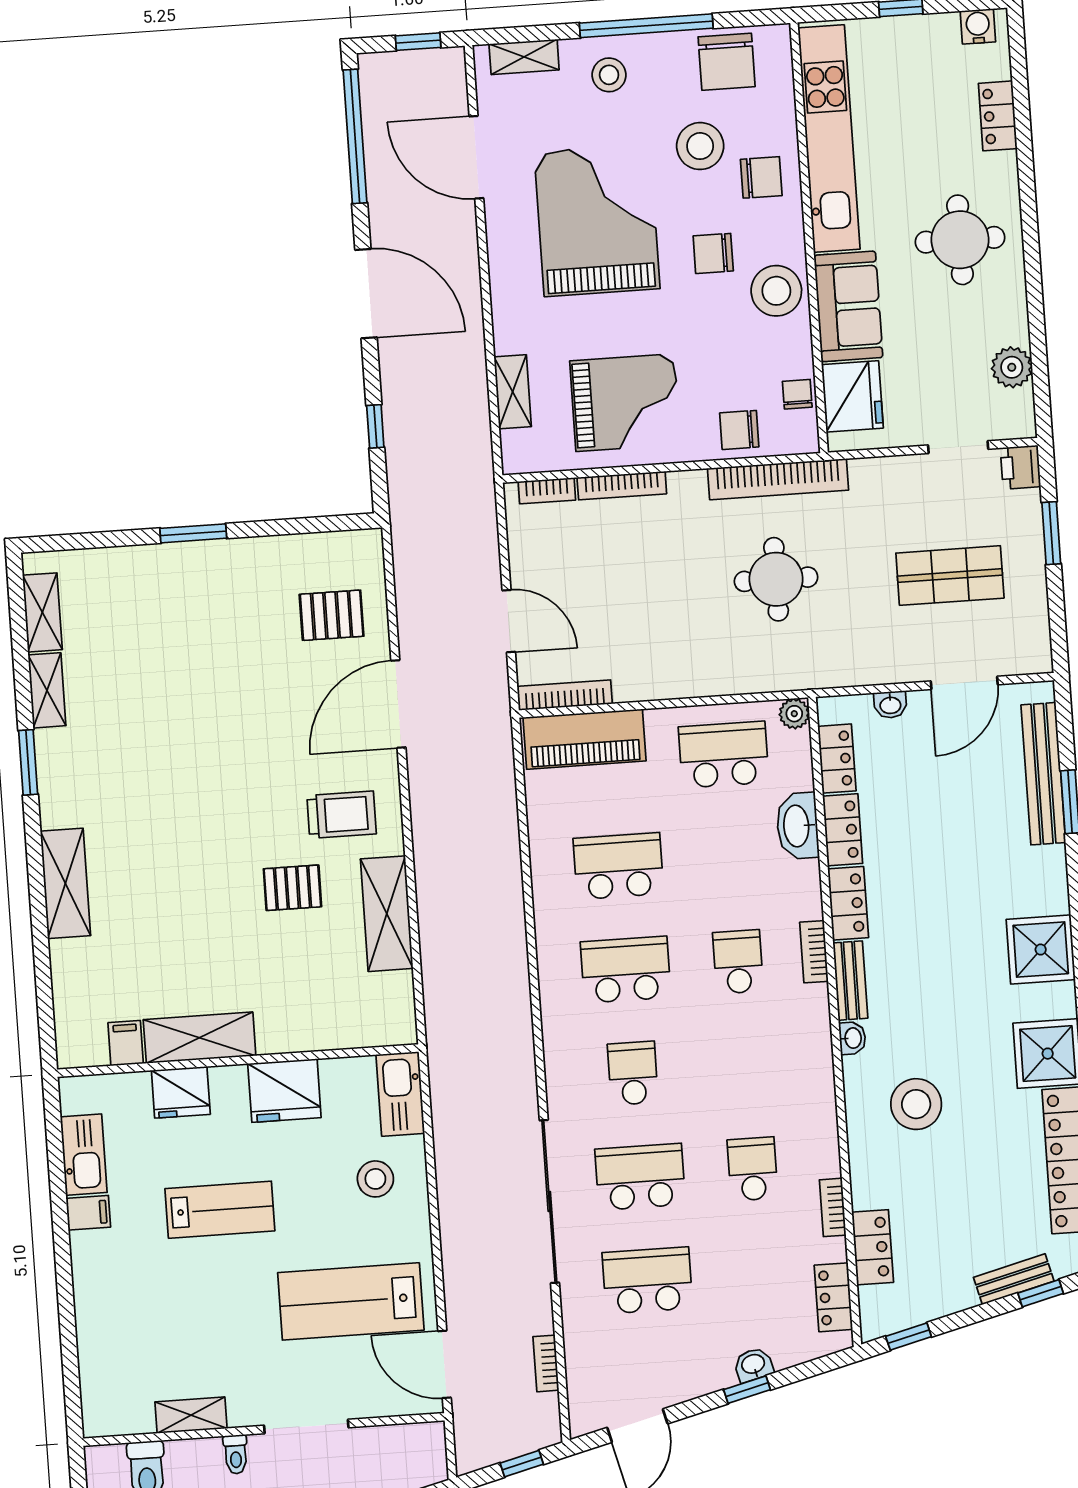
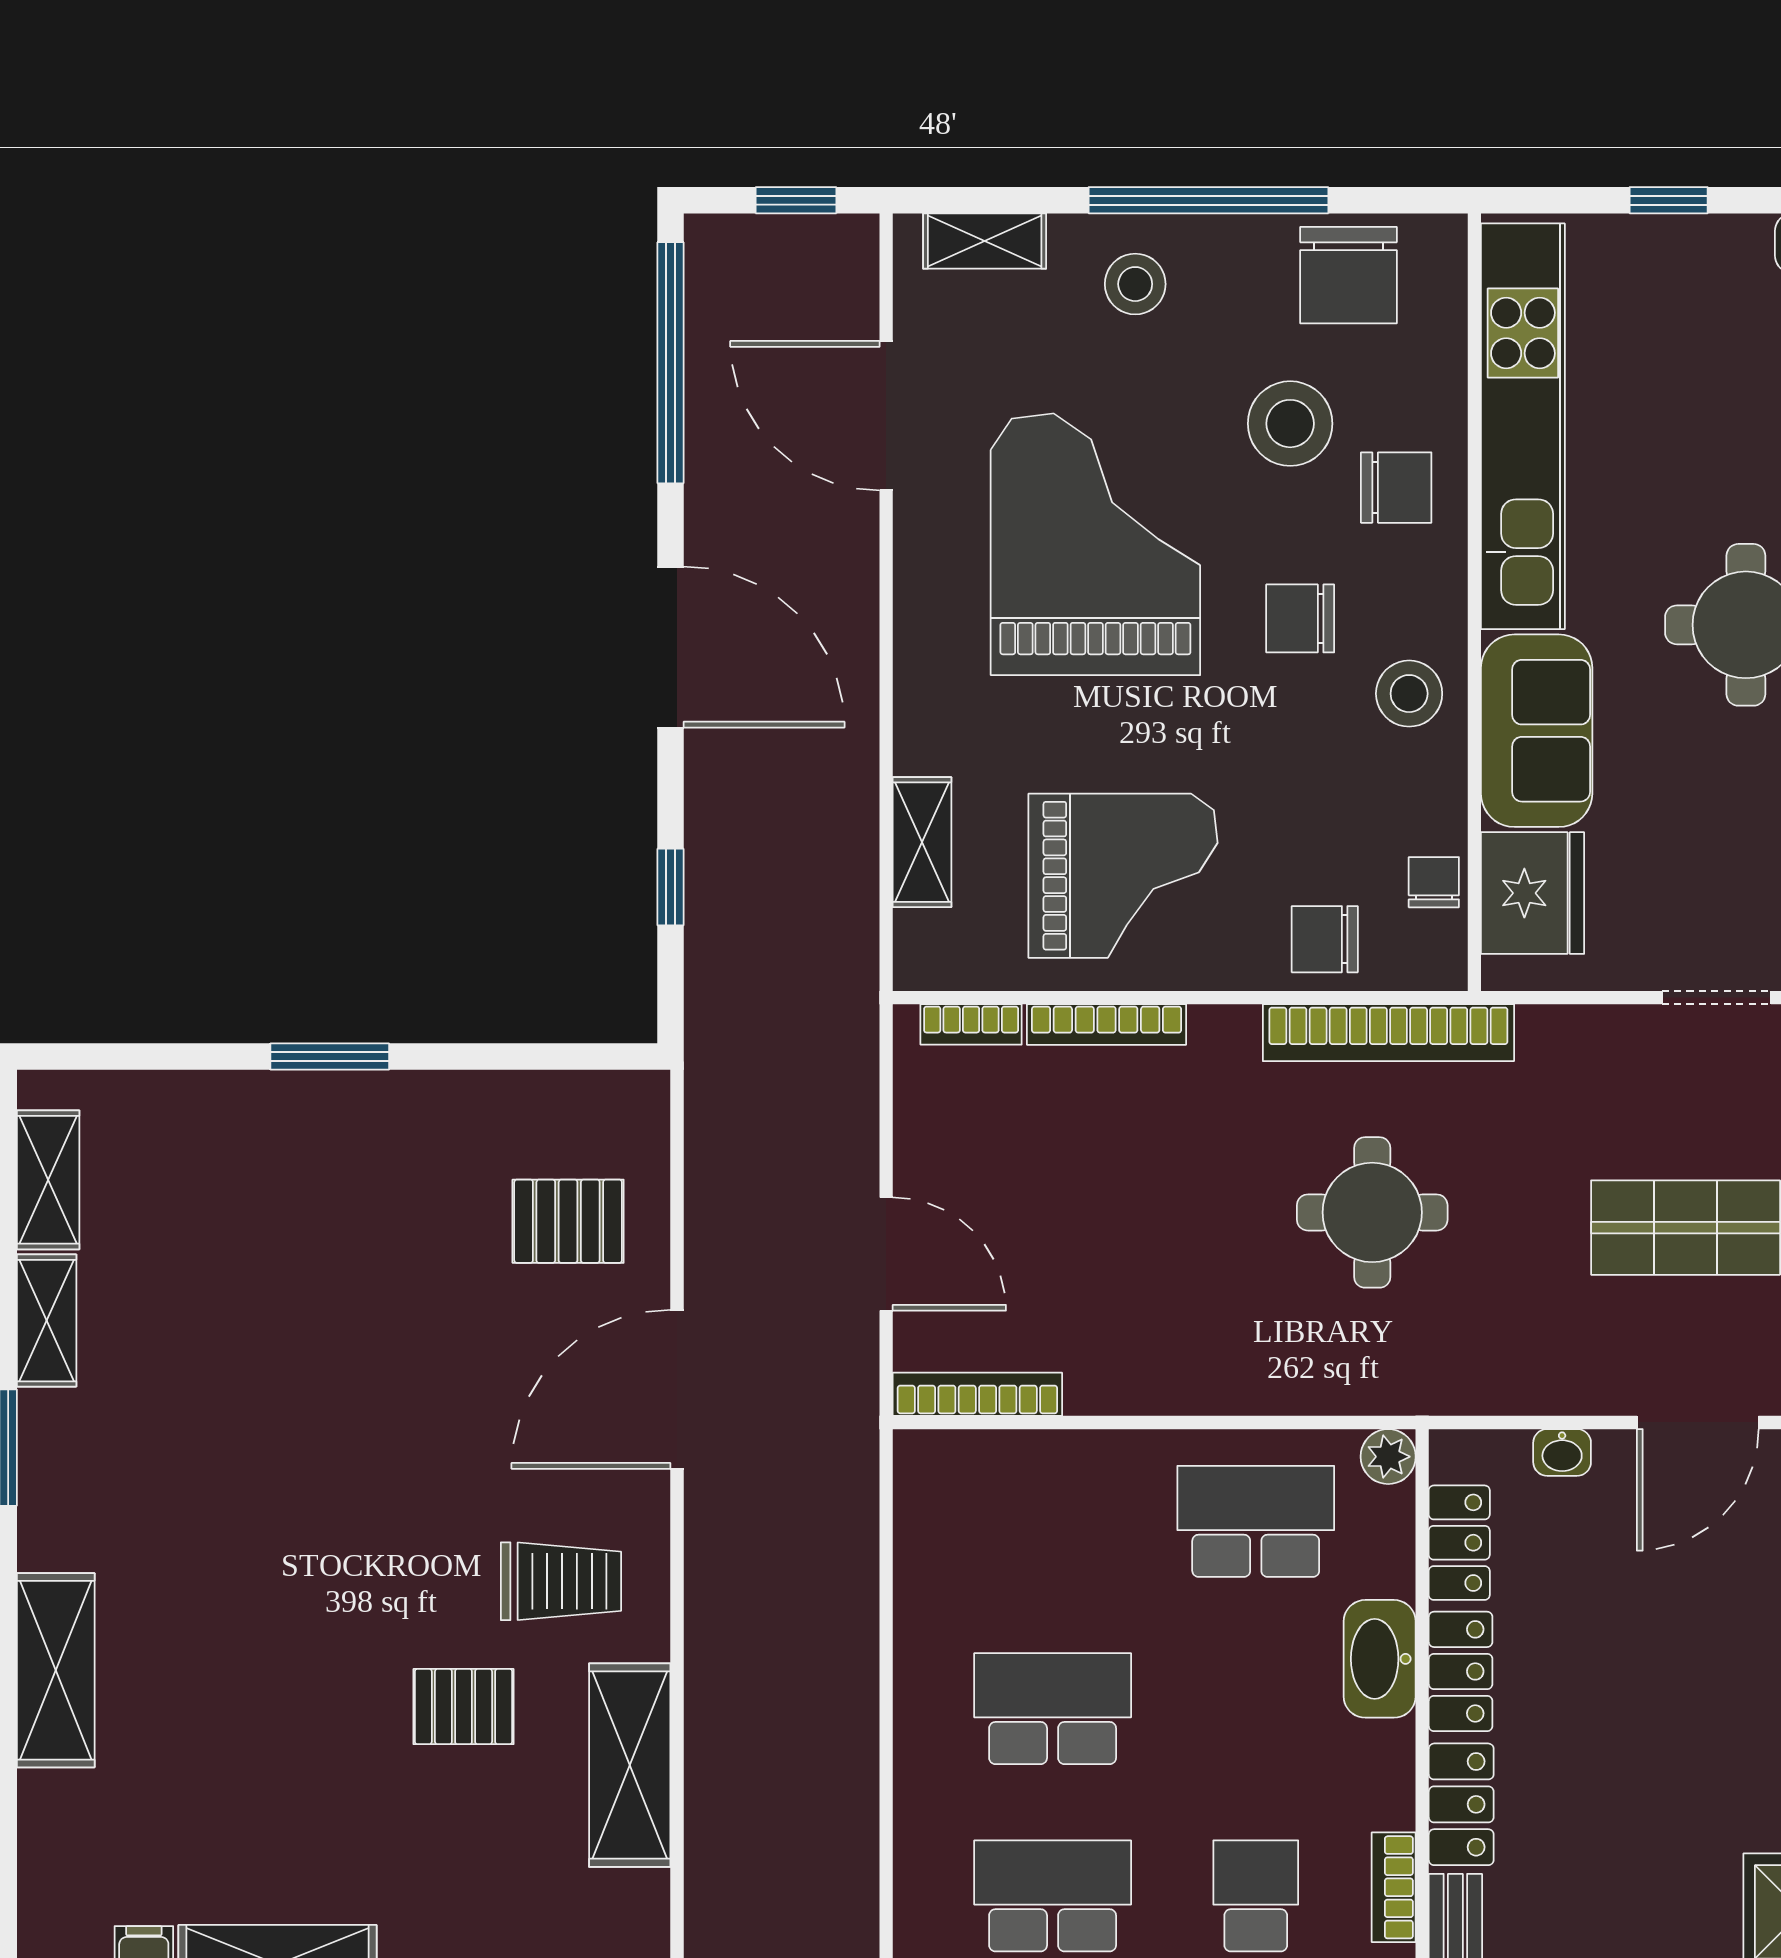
stool: (776, 291) -> (1409, 694), width x0.73, depth x0.73
piano: (585, 739) -> (1008, 1476), removed

